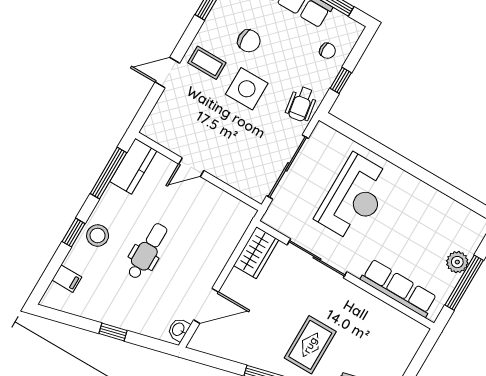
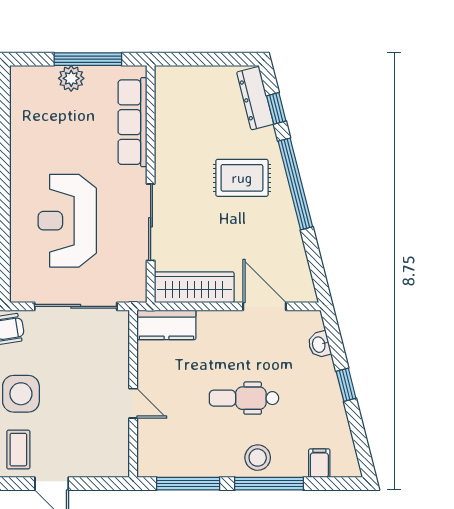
kitchen counter: (133, 166) -> (166, 325), moved, turned 180
reception desk: (354, 198) -> (67, 221), turned -90
window: (74, 233) -> (269, 484), width x2.17
wardrobe: (256, 253) -> (194, 287), width x1.50
washbasin: (179, 329) -> (319, 345), moved, turned 76

